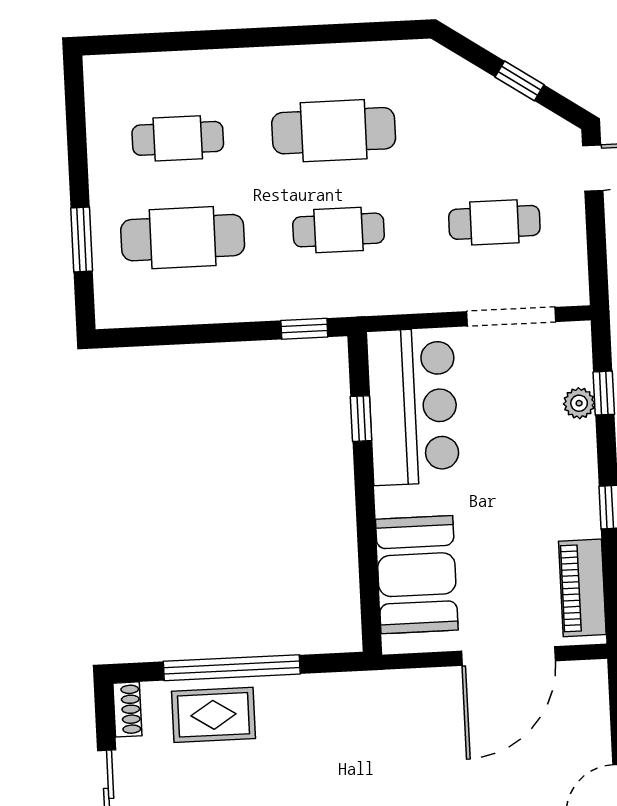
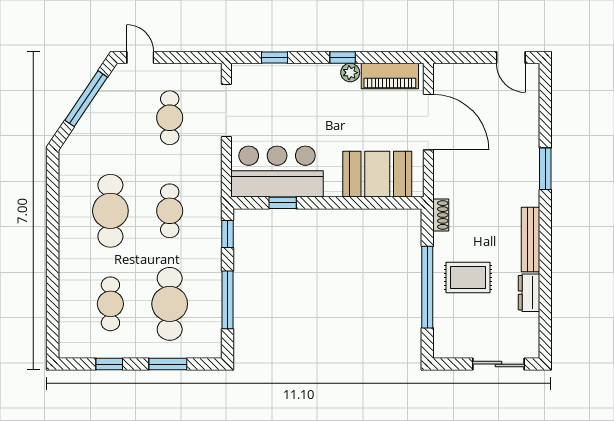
window: (519, 81) -> (86, 99), width x2.17
window: (77, 141) -> (109, 364), added
window: (194, 334) -> (227, 300), added
plant: (579, 403) -> (350, 73), moved
shoe rack: (127, 709) -> (441, 215), moved, turned 90
rug: (214, 715) -> (468, 278), moved, turned 90

